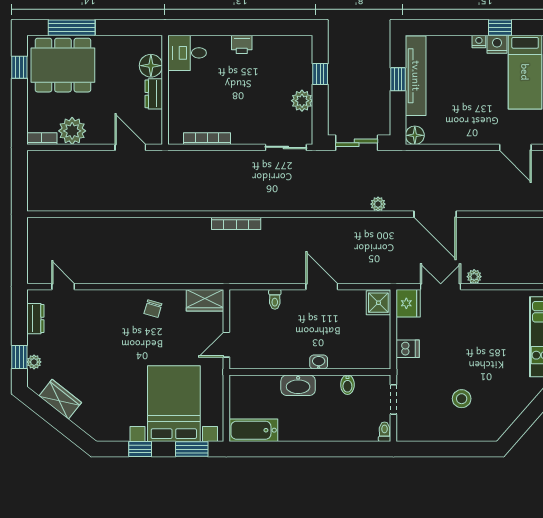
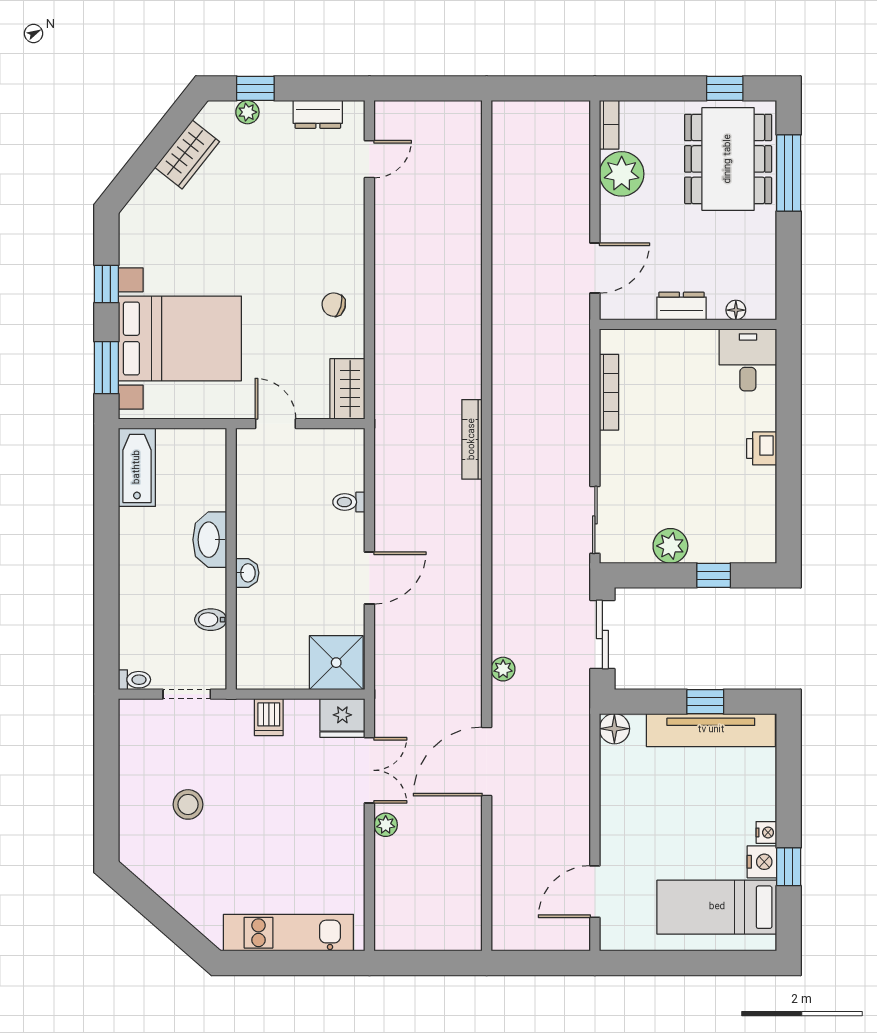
floor lamp: (151, 66) -> (736, 310), width x0.53, depth x0.53
shower: (378, 303) -> (336, 663), width x1.36, depth x1.36

